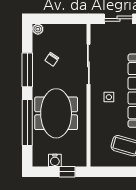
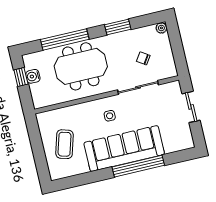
chair: (52, 59) -> (143, 58), moved
window: (27, 70) -> (118, 27), width x0.69
window: (67, 172) -> (21, 77), moved

